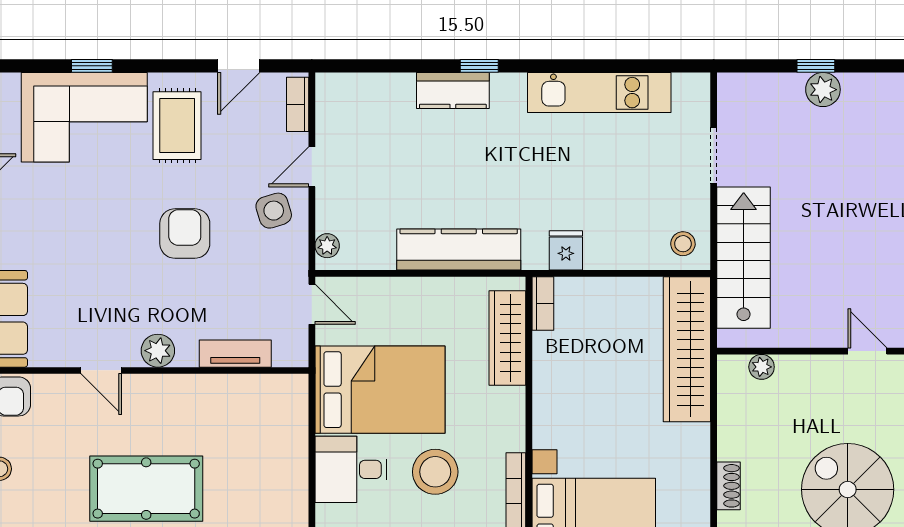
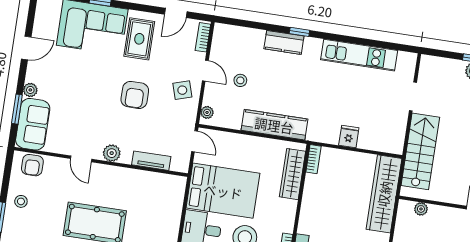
door: (312, 167) -> (205, 71), swing flipped
armchair: (185, 234) -> (135, 95), turned 180
stool: (683, 244) -> (240, 80), moved
fridge: (566, 250) -> (349, 137), moved

